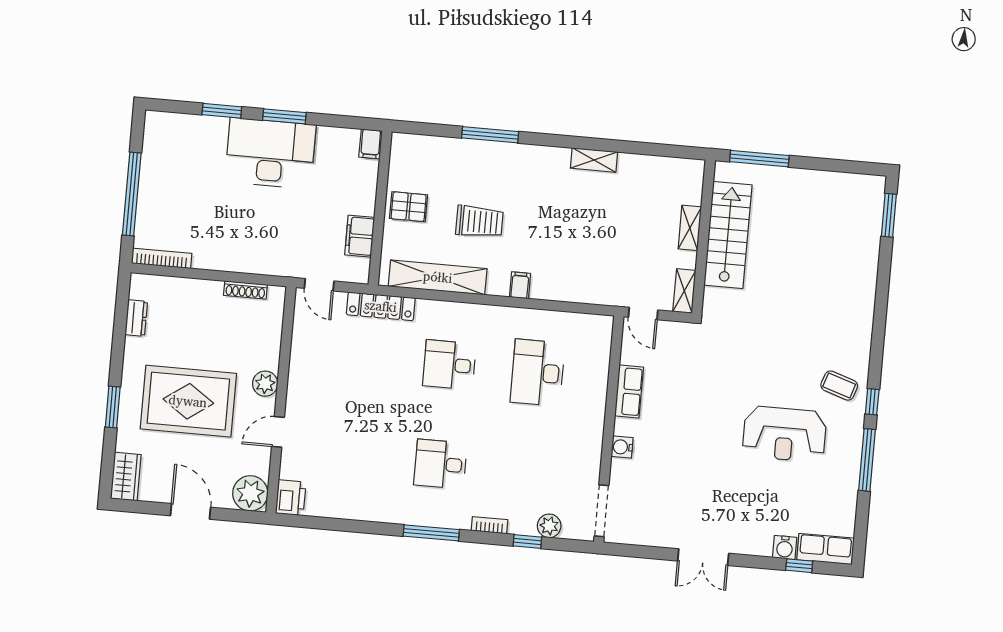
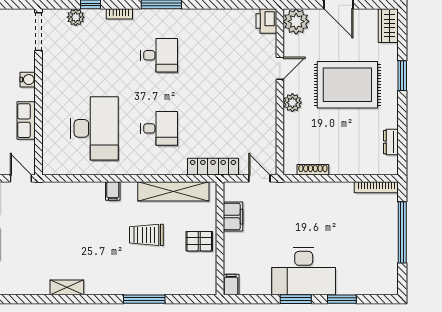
desk: (537, 373) -> (94, 128), width x1.36, depth x1.30

